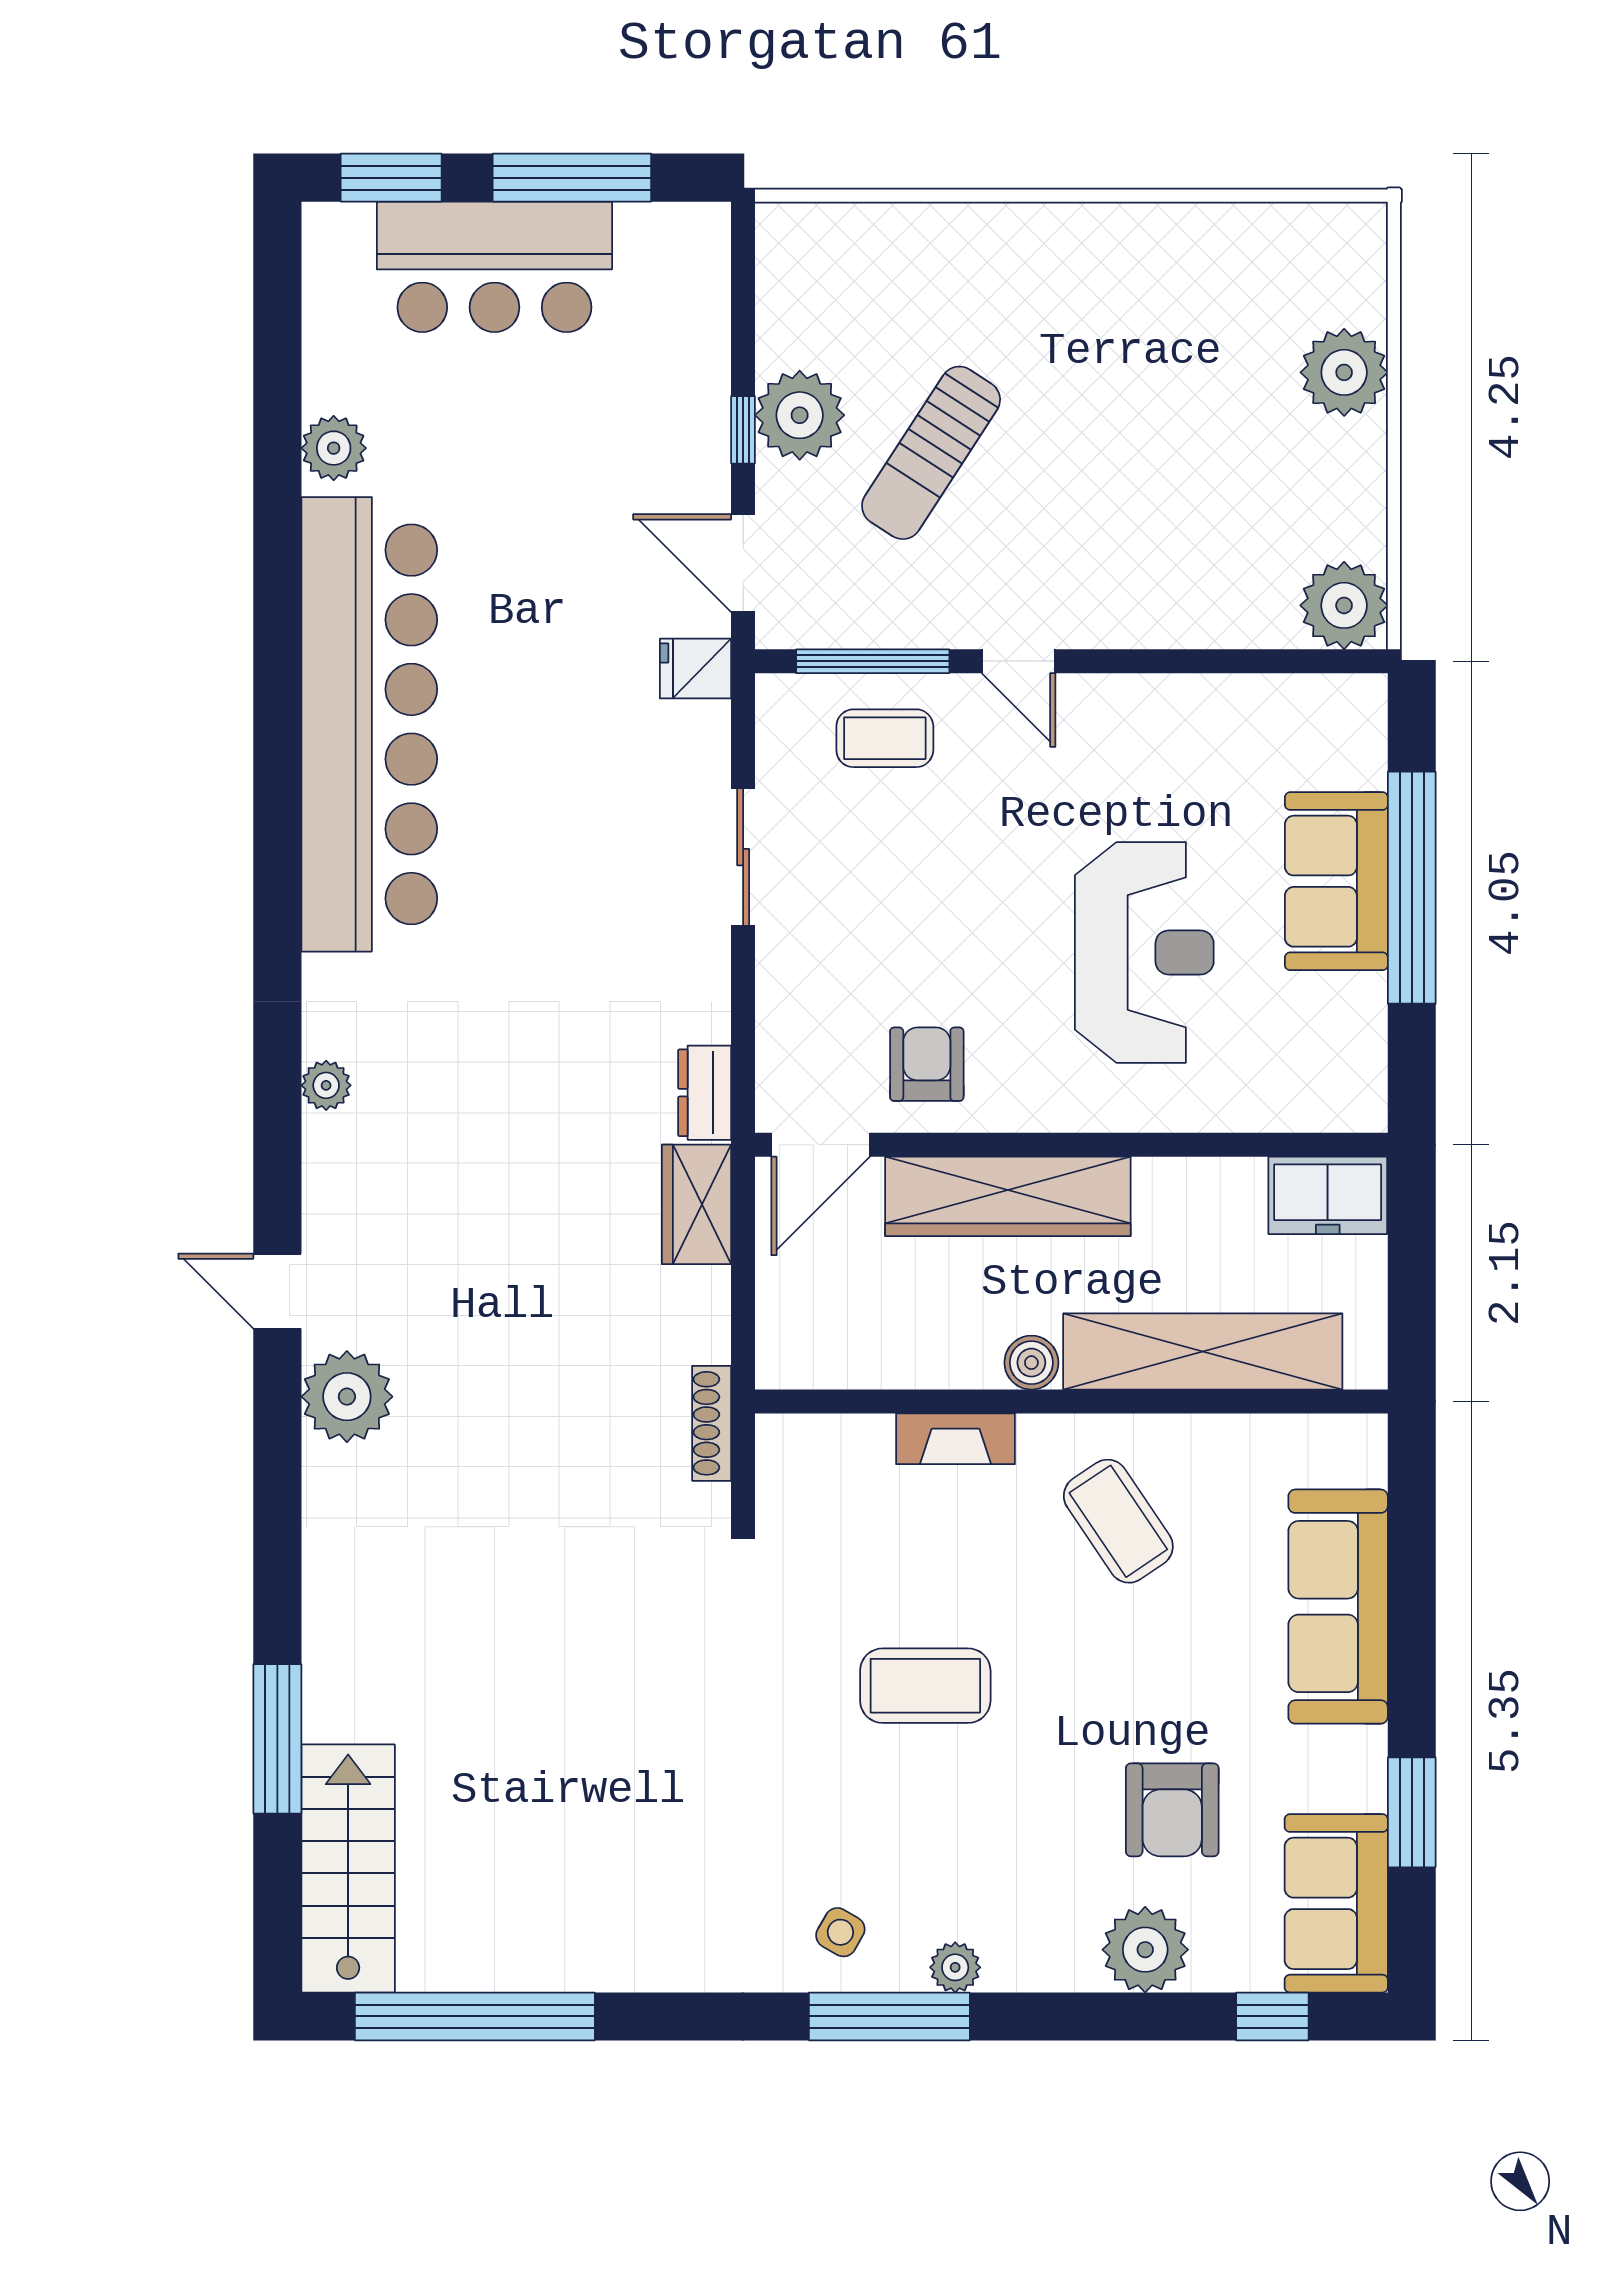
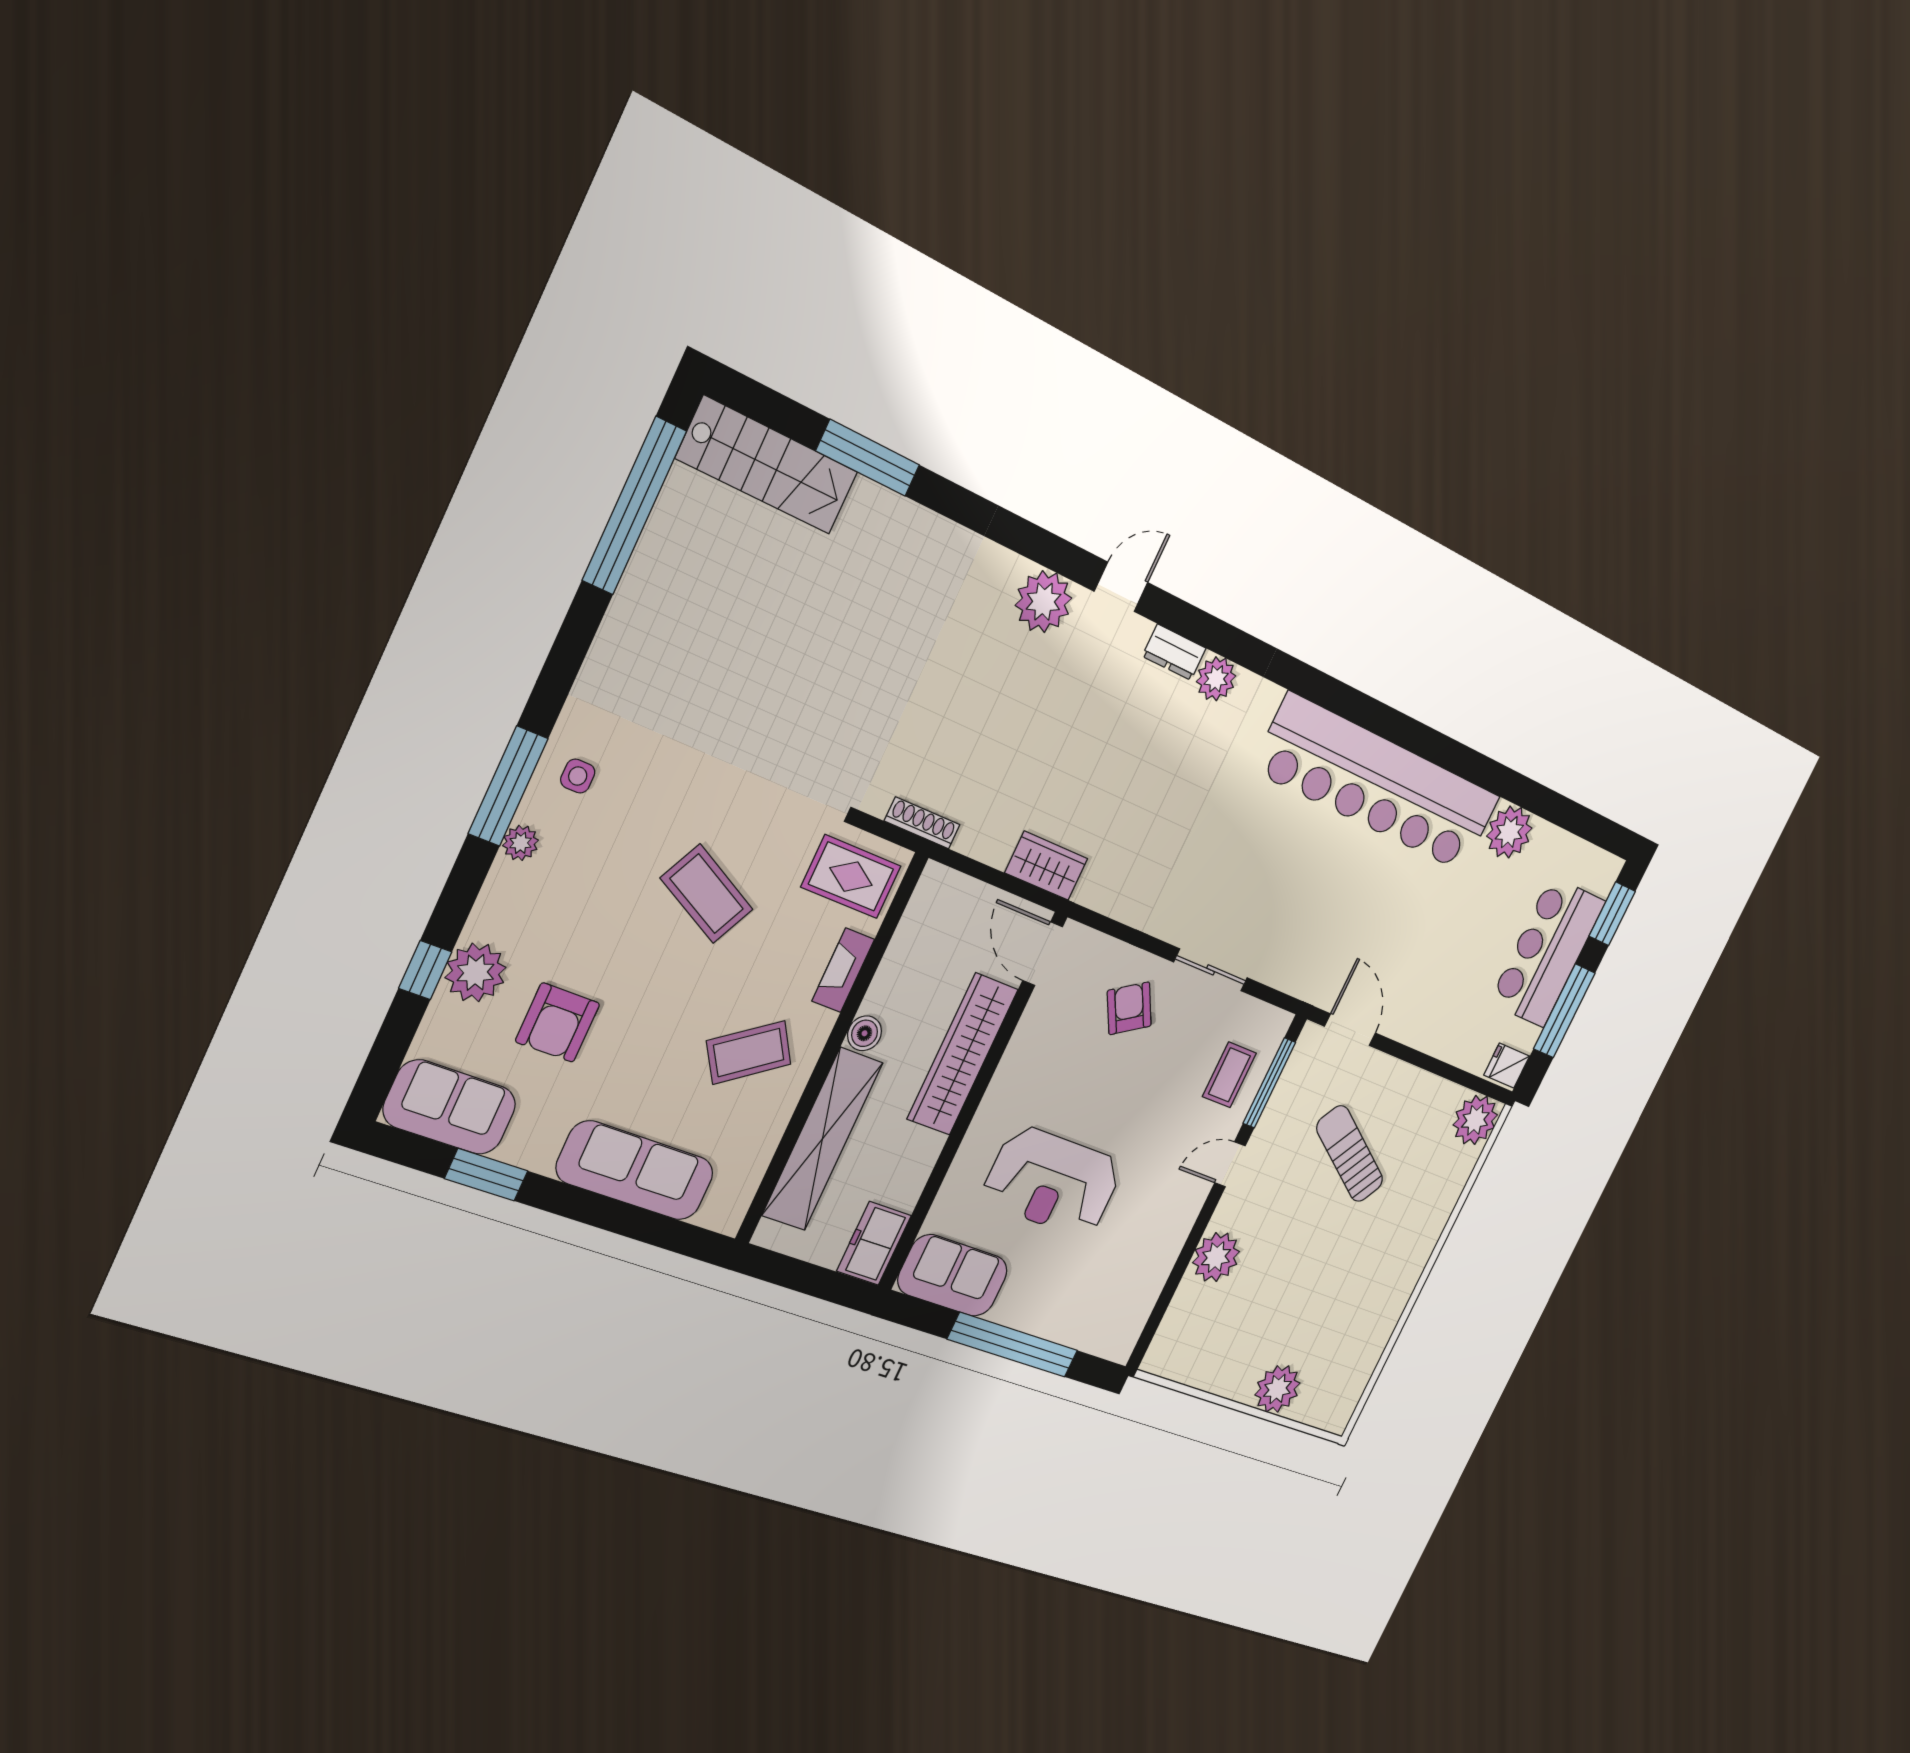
plant: (800, 415) -> (1475, 1120), moved
window: (743, 430) -> (1410, 1055), removed
plant: (334, 448) -> (1509, 832), width x1.36, depth x1.36
door: (743, 563) -> (1350, 1030), hinge flipped
plant: (1344, 605) -> (1216, 1257), moved
fridge: (695, 669) -> (1507, 1066), moved, turned -90
sofa: (1336, 881) -> (953, 1276), moved
armchair: (927, 1064) -> (1129, 1008), moved, turned -121
plant: (326, 1085) -> (1216, 679), width x1.38, depth x1.38
dresser: (705, 1093) -> (1174, 652), moved, turned 180
rug: (824, 1491) -> (851, 877), added
coffee table: (925, 1686) -> (707, 894), turned -63
armchair: (1172, 1810) -> (558, 1023), turned -90
side table: (840, 1932) -> (578, 776), turned -30
window: (1272, 2016) -> (425, 970), moved

